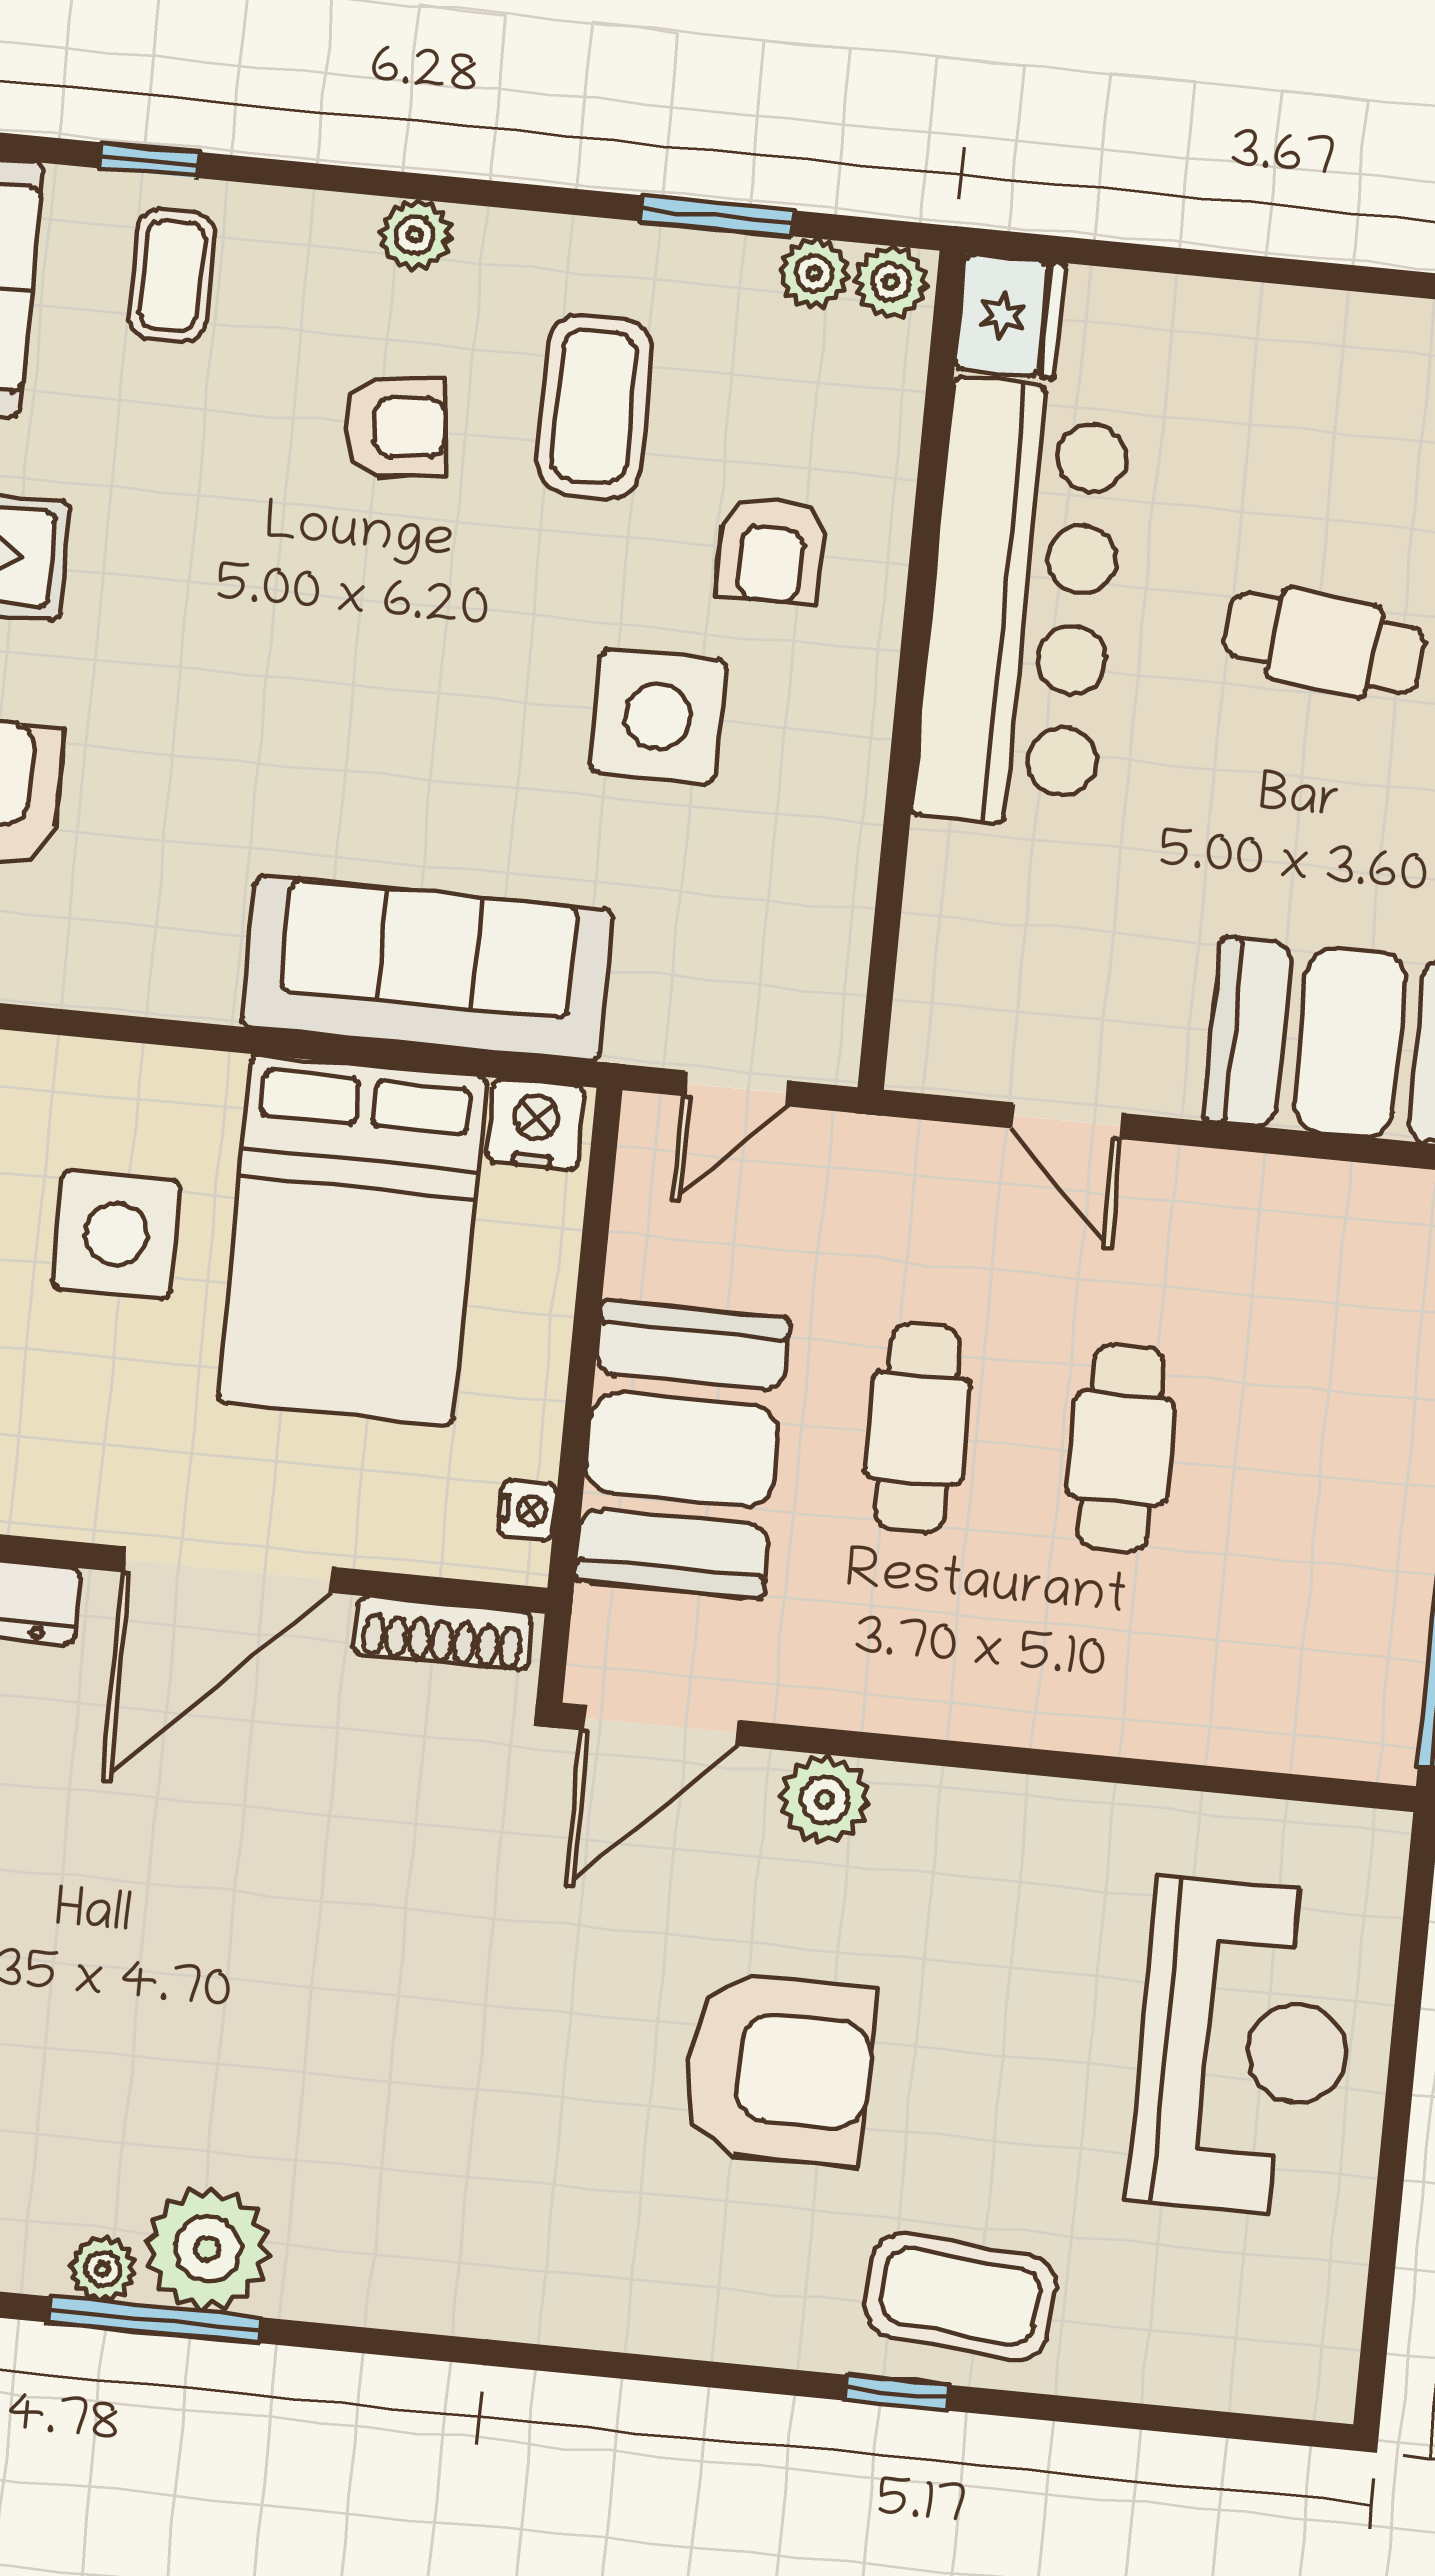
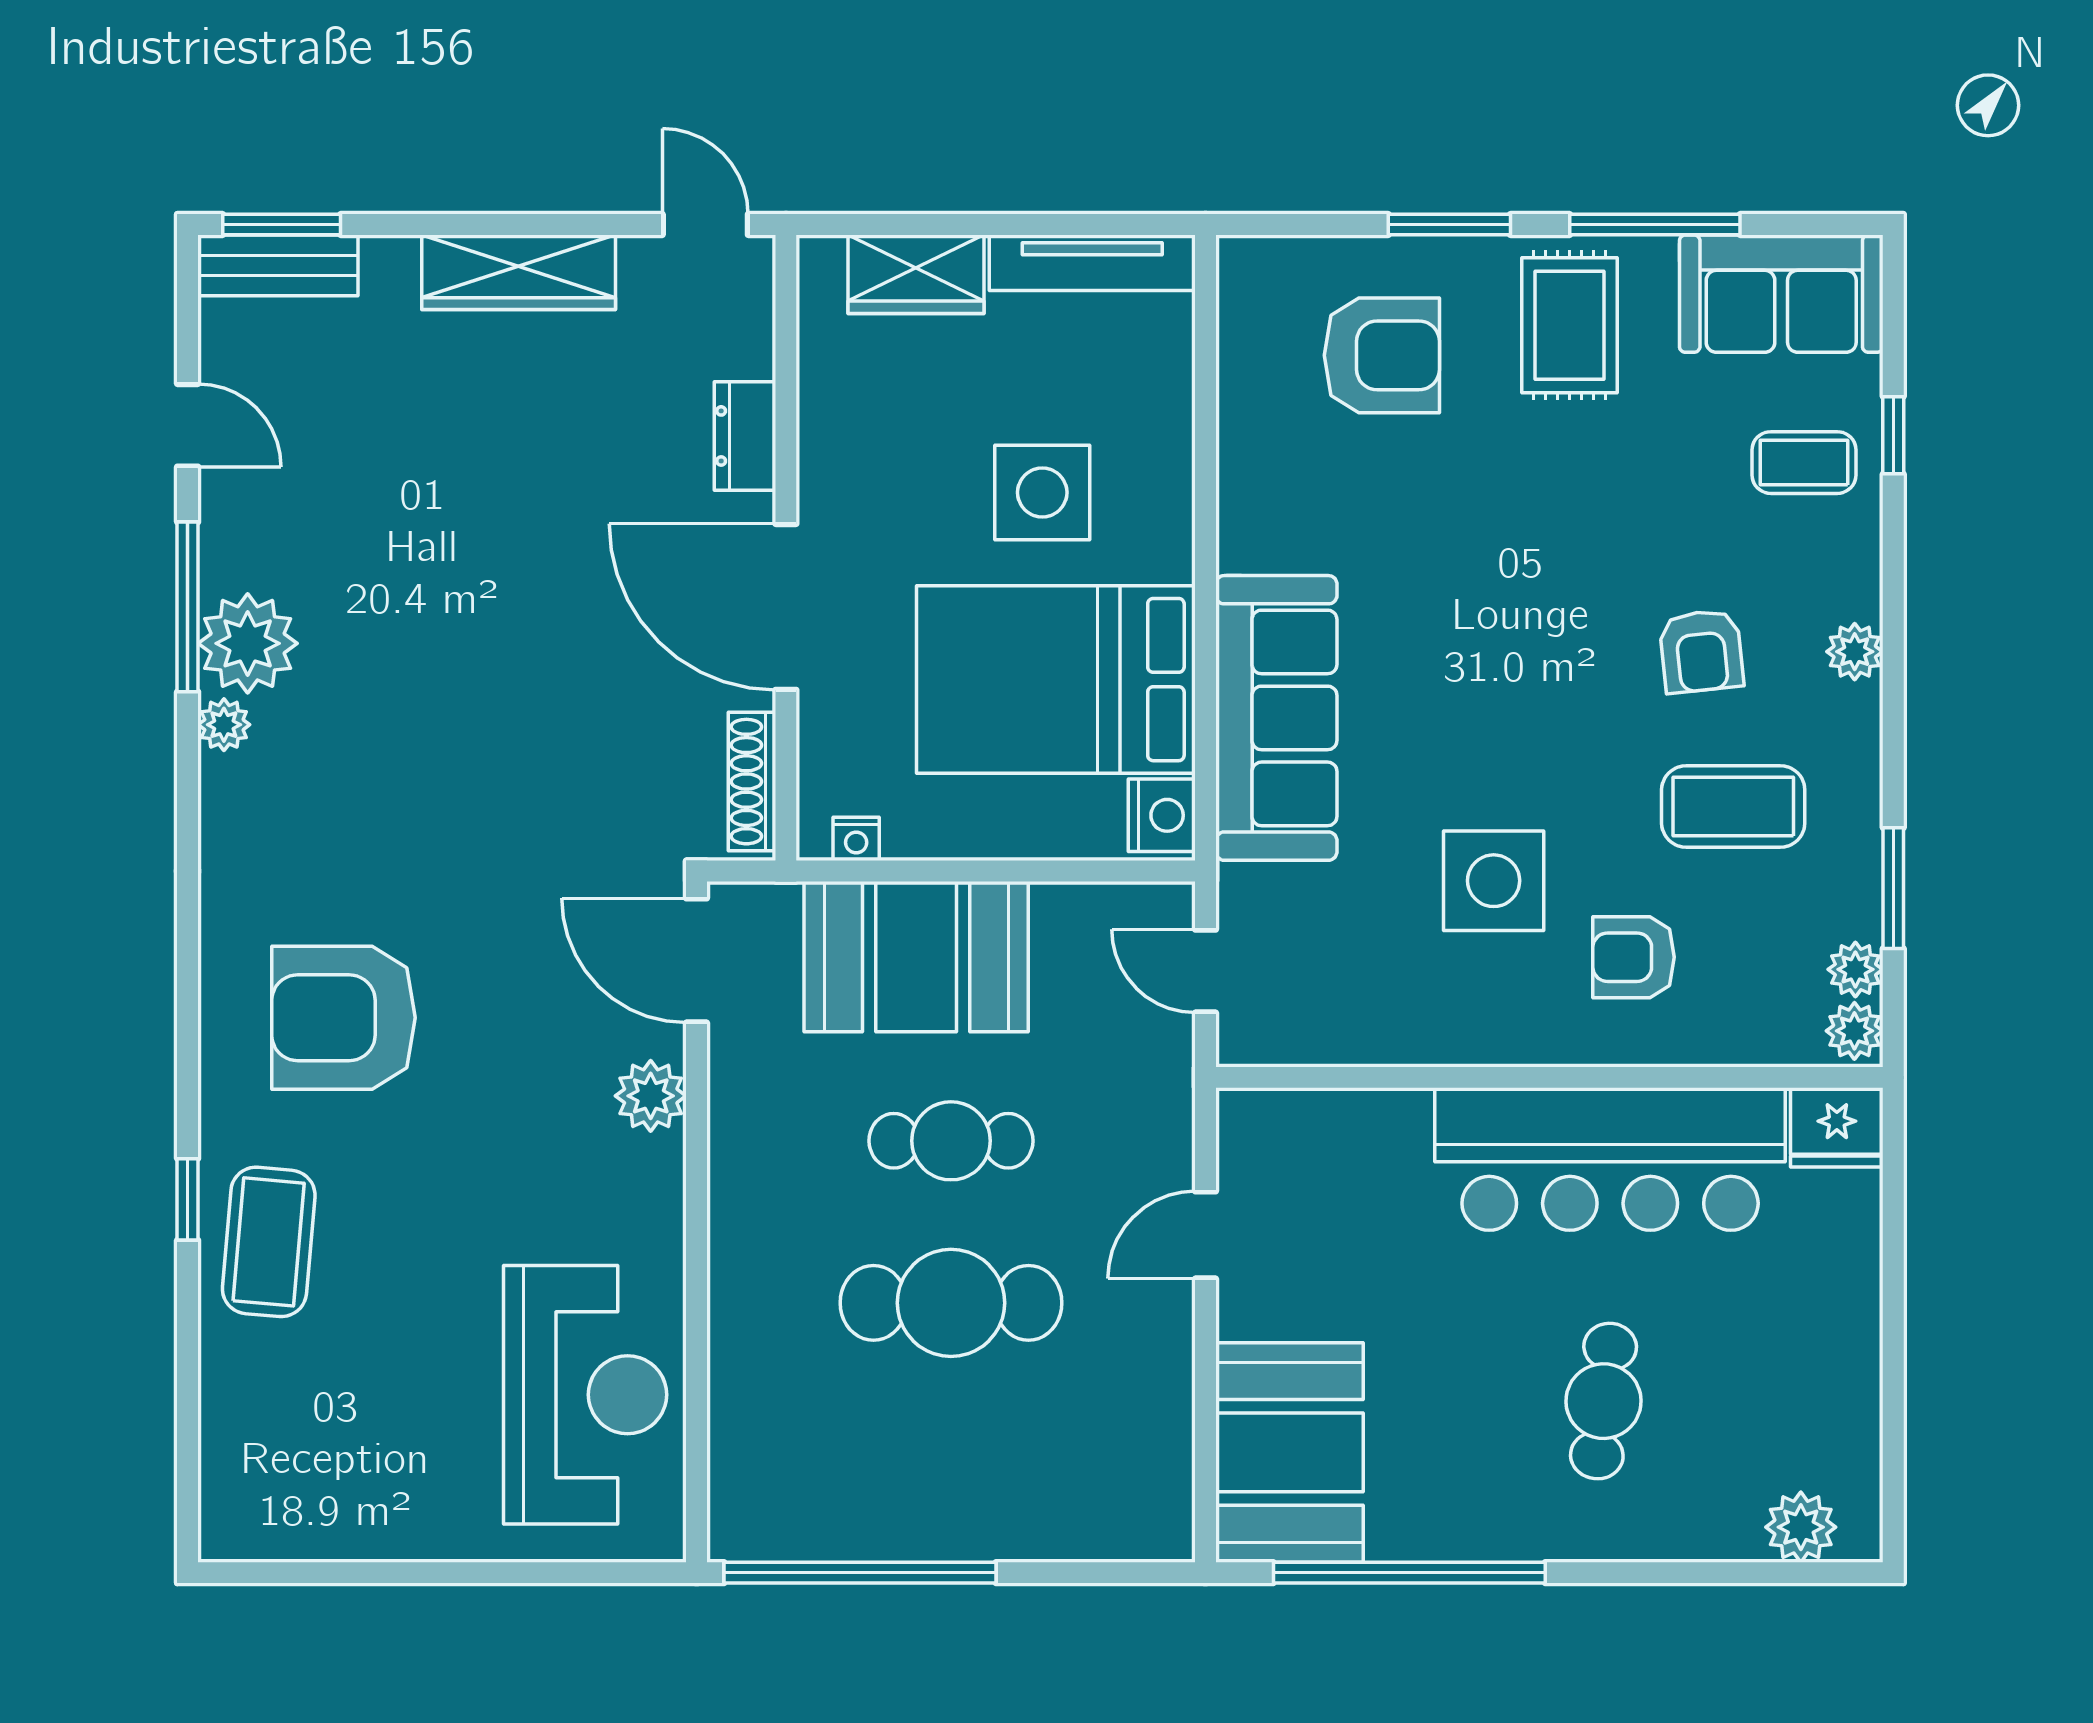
cafe table: (1121, 1448) -> (951, 1303), width x1.37, depth x1.35
reception desk: (1244, 2048) -> (585, 1395), moved, turned -90
armchair: (778, 2069) -> (343, 1018), moved, turned 90
plant: (103, 2269) -> (224, 725), moved

